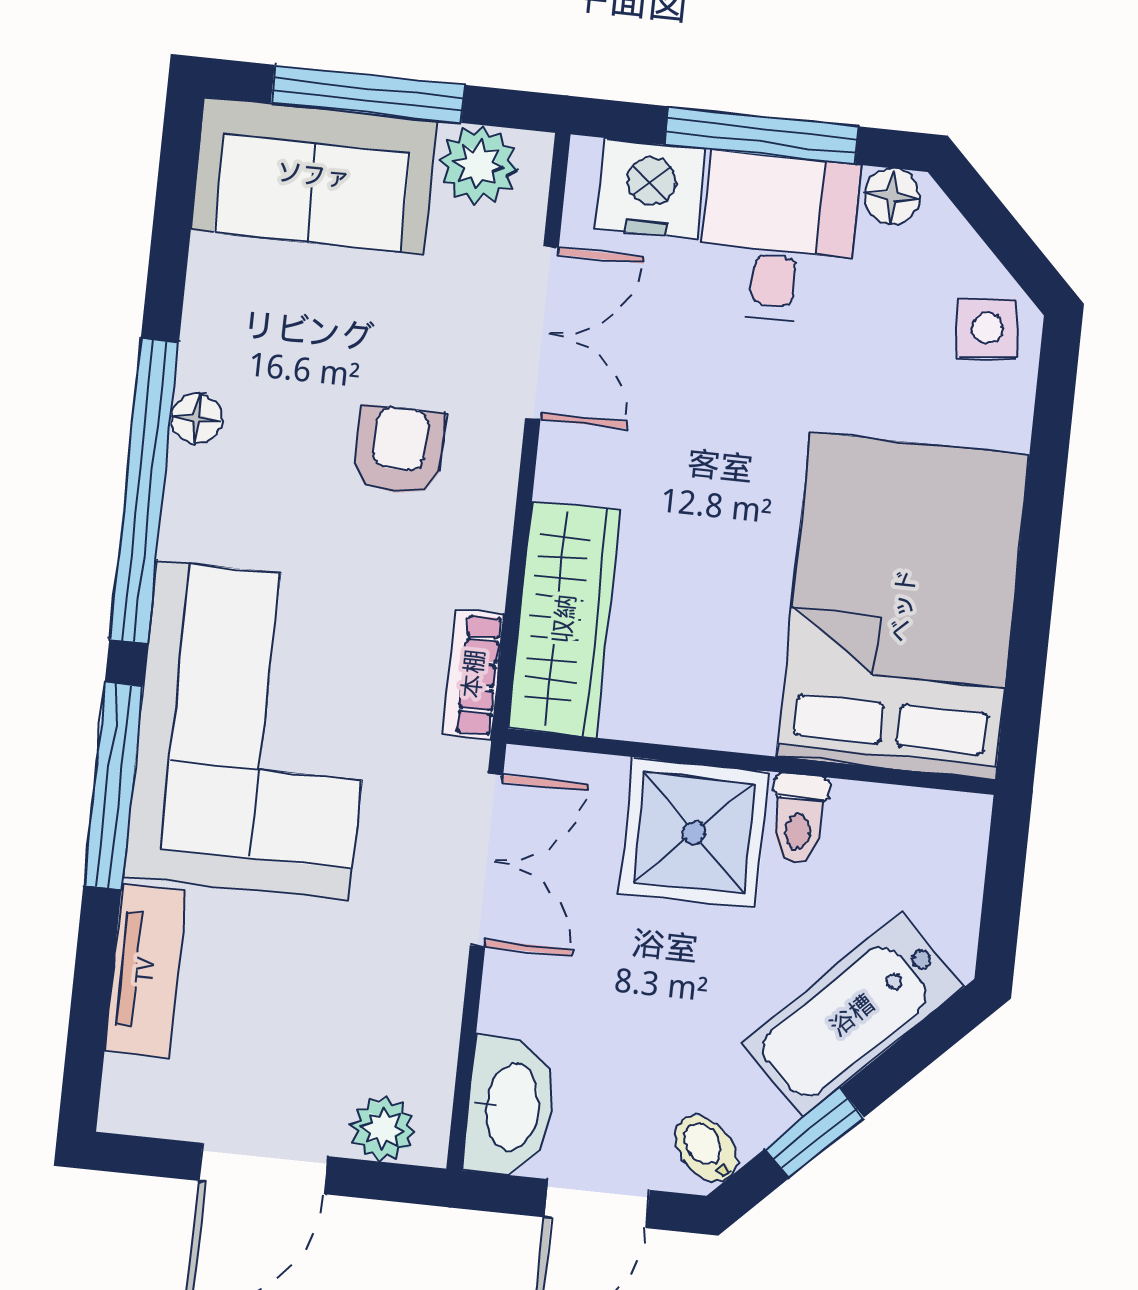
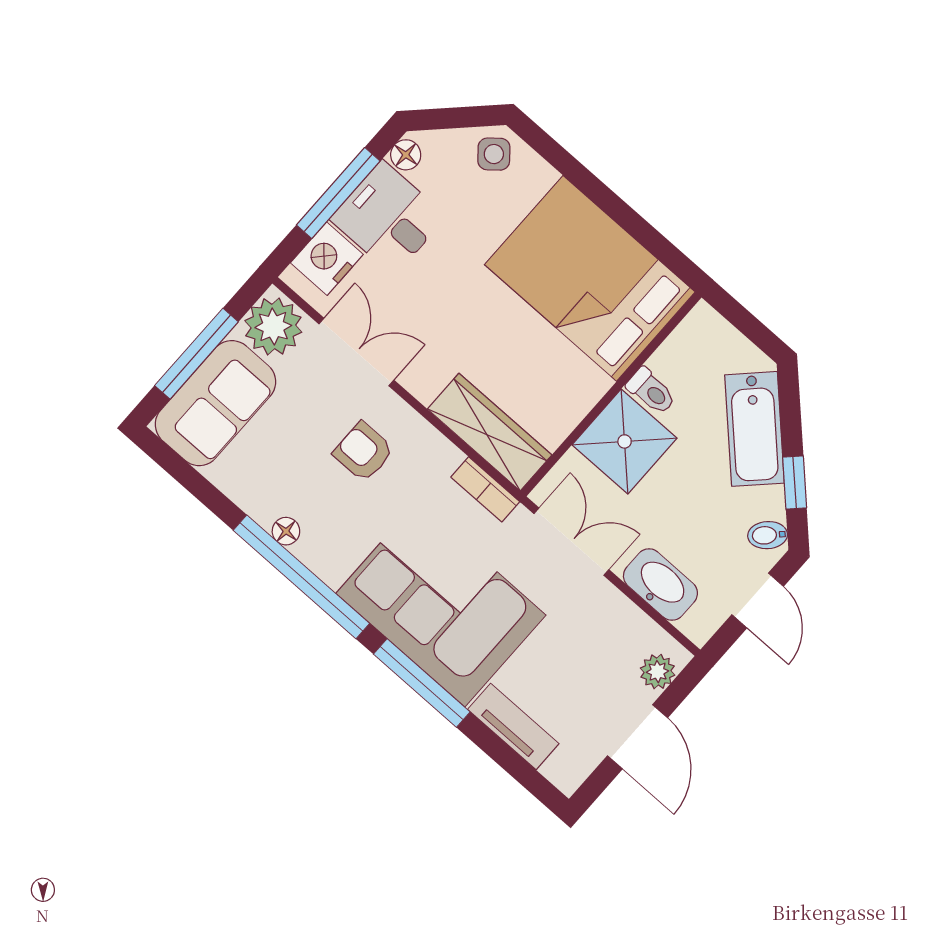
plant: (479, 165) -> (273, 326), width x1.36, depth x1.36
side table: (987, 328) -> (494, 154), turned -34
washbasin: (510, 1107) -> (660, 585), moved

